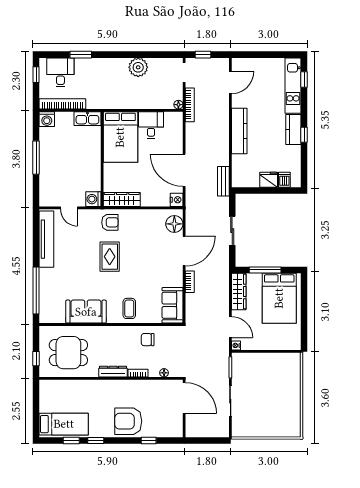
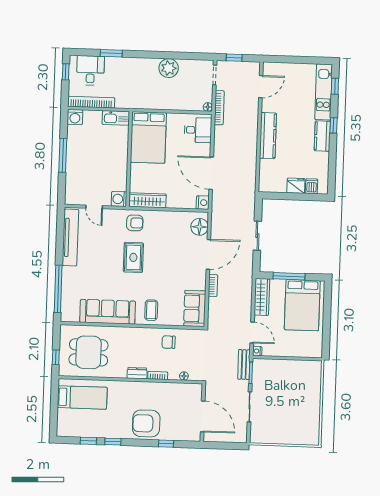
desk: (151, 125) -> (198, 130), moved, turned 90
window: (304, 135) -> (334, 125), moved
bench: (223, 181) -> (244, 364), moved
sofa: (86, 312) -> (108, 312), width x1.36
dresser: (113, 372) -> (137, 373), width x0.70
door: (184, 398) -> (203, 416), moved
bed: (64, 424) -> (82, 397), moved

